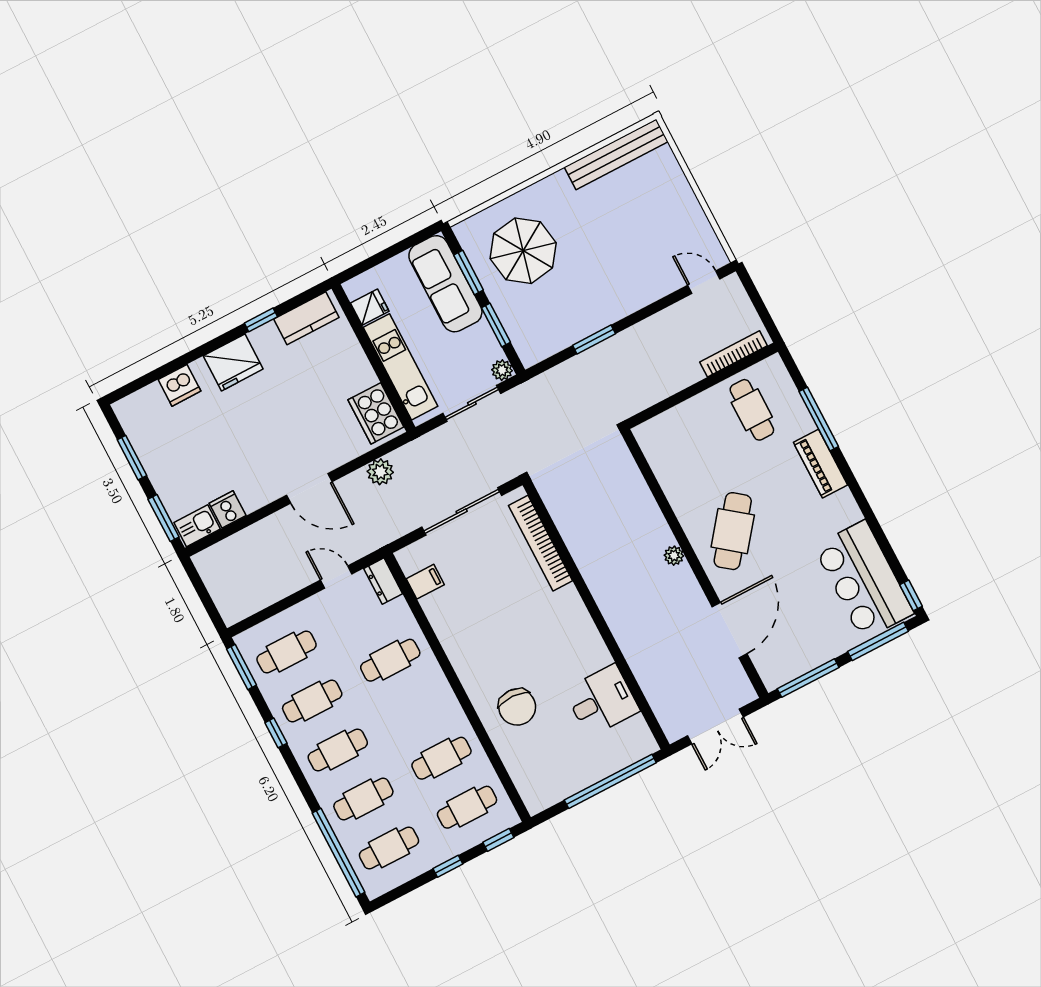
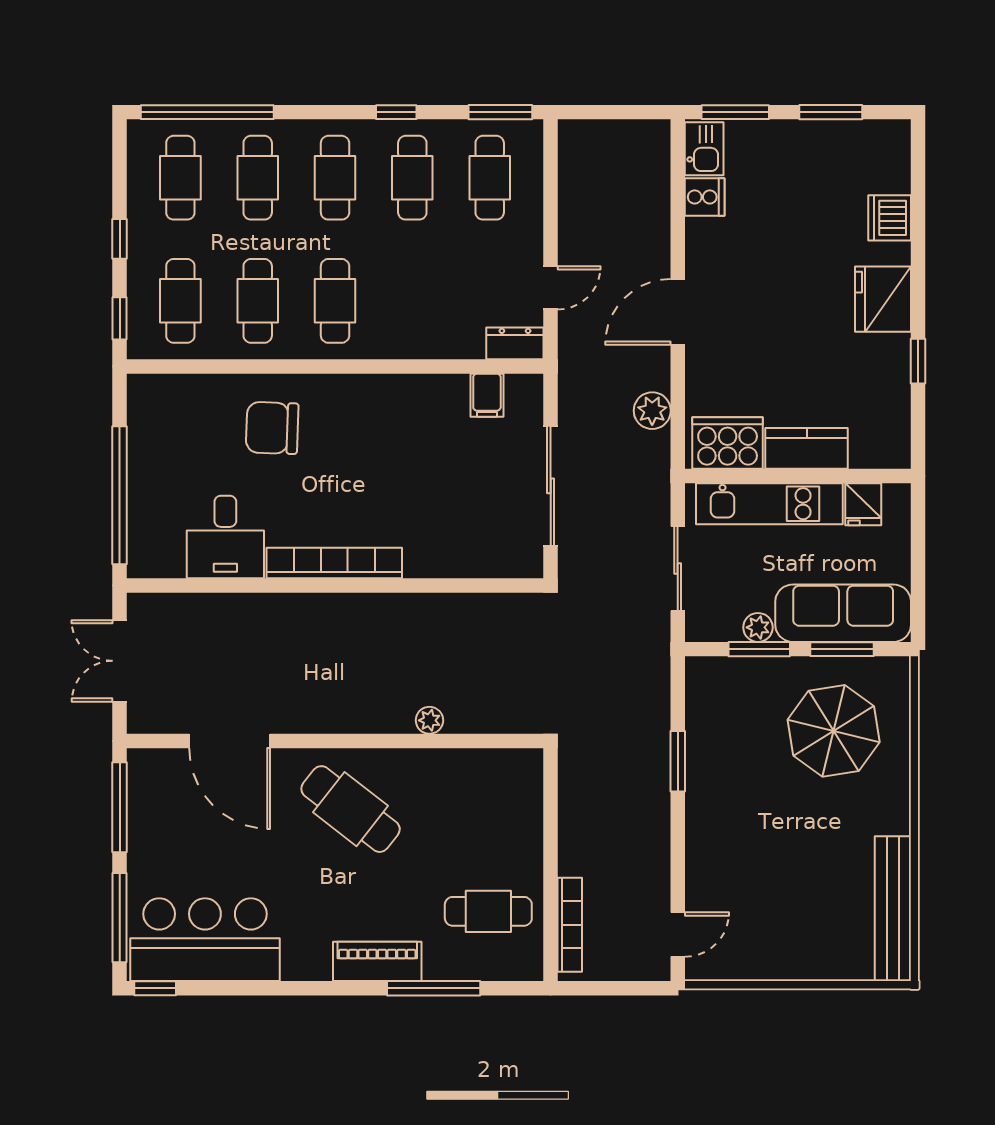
kitchen counter: (306, 318) -> (807, 448), moved, turned 90
plant: (502, 370) -> (758, 627), moved
bookcase: (541, 543) -> (334, 563), moved
plant: (674, 556) -> (429, 720), moved
cafe table: (390, 660) -> (335, 301), moved

